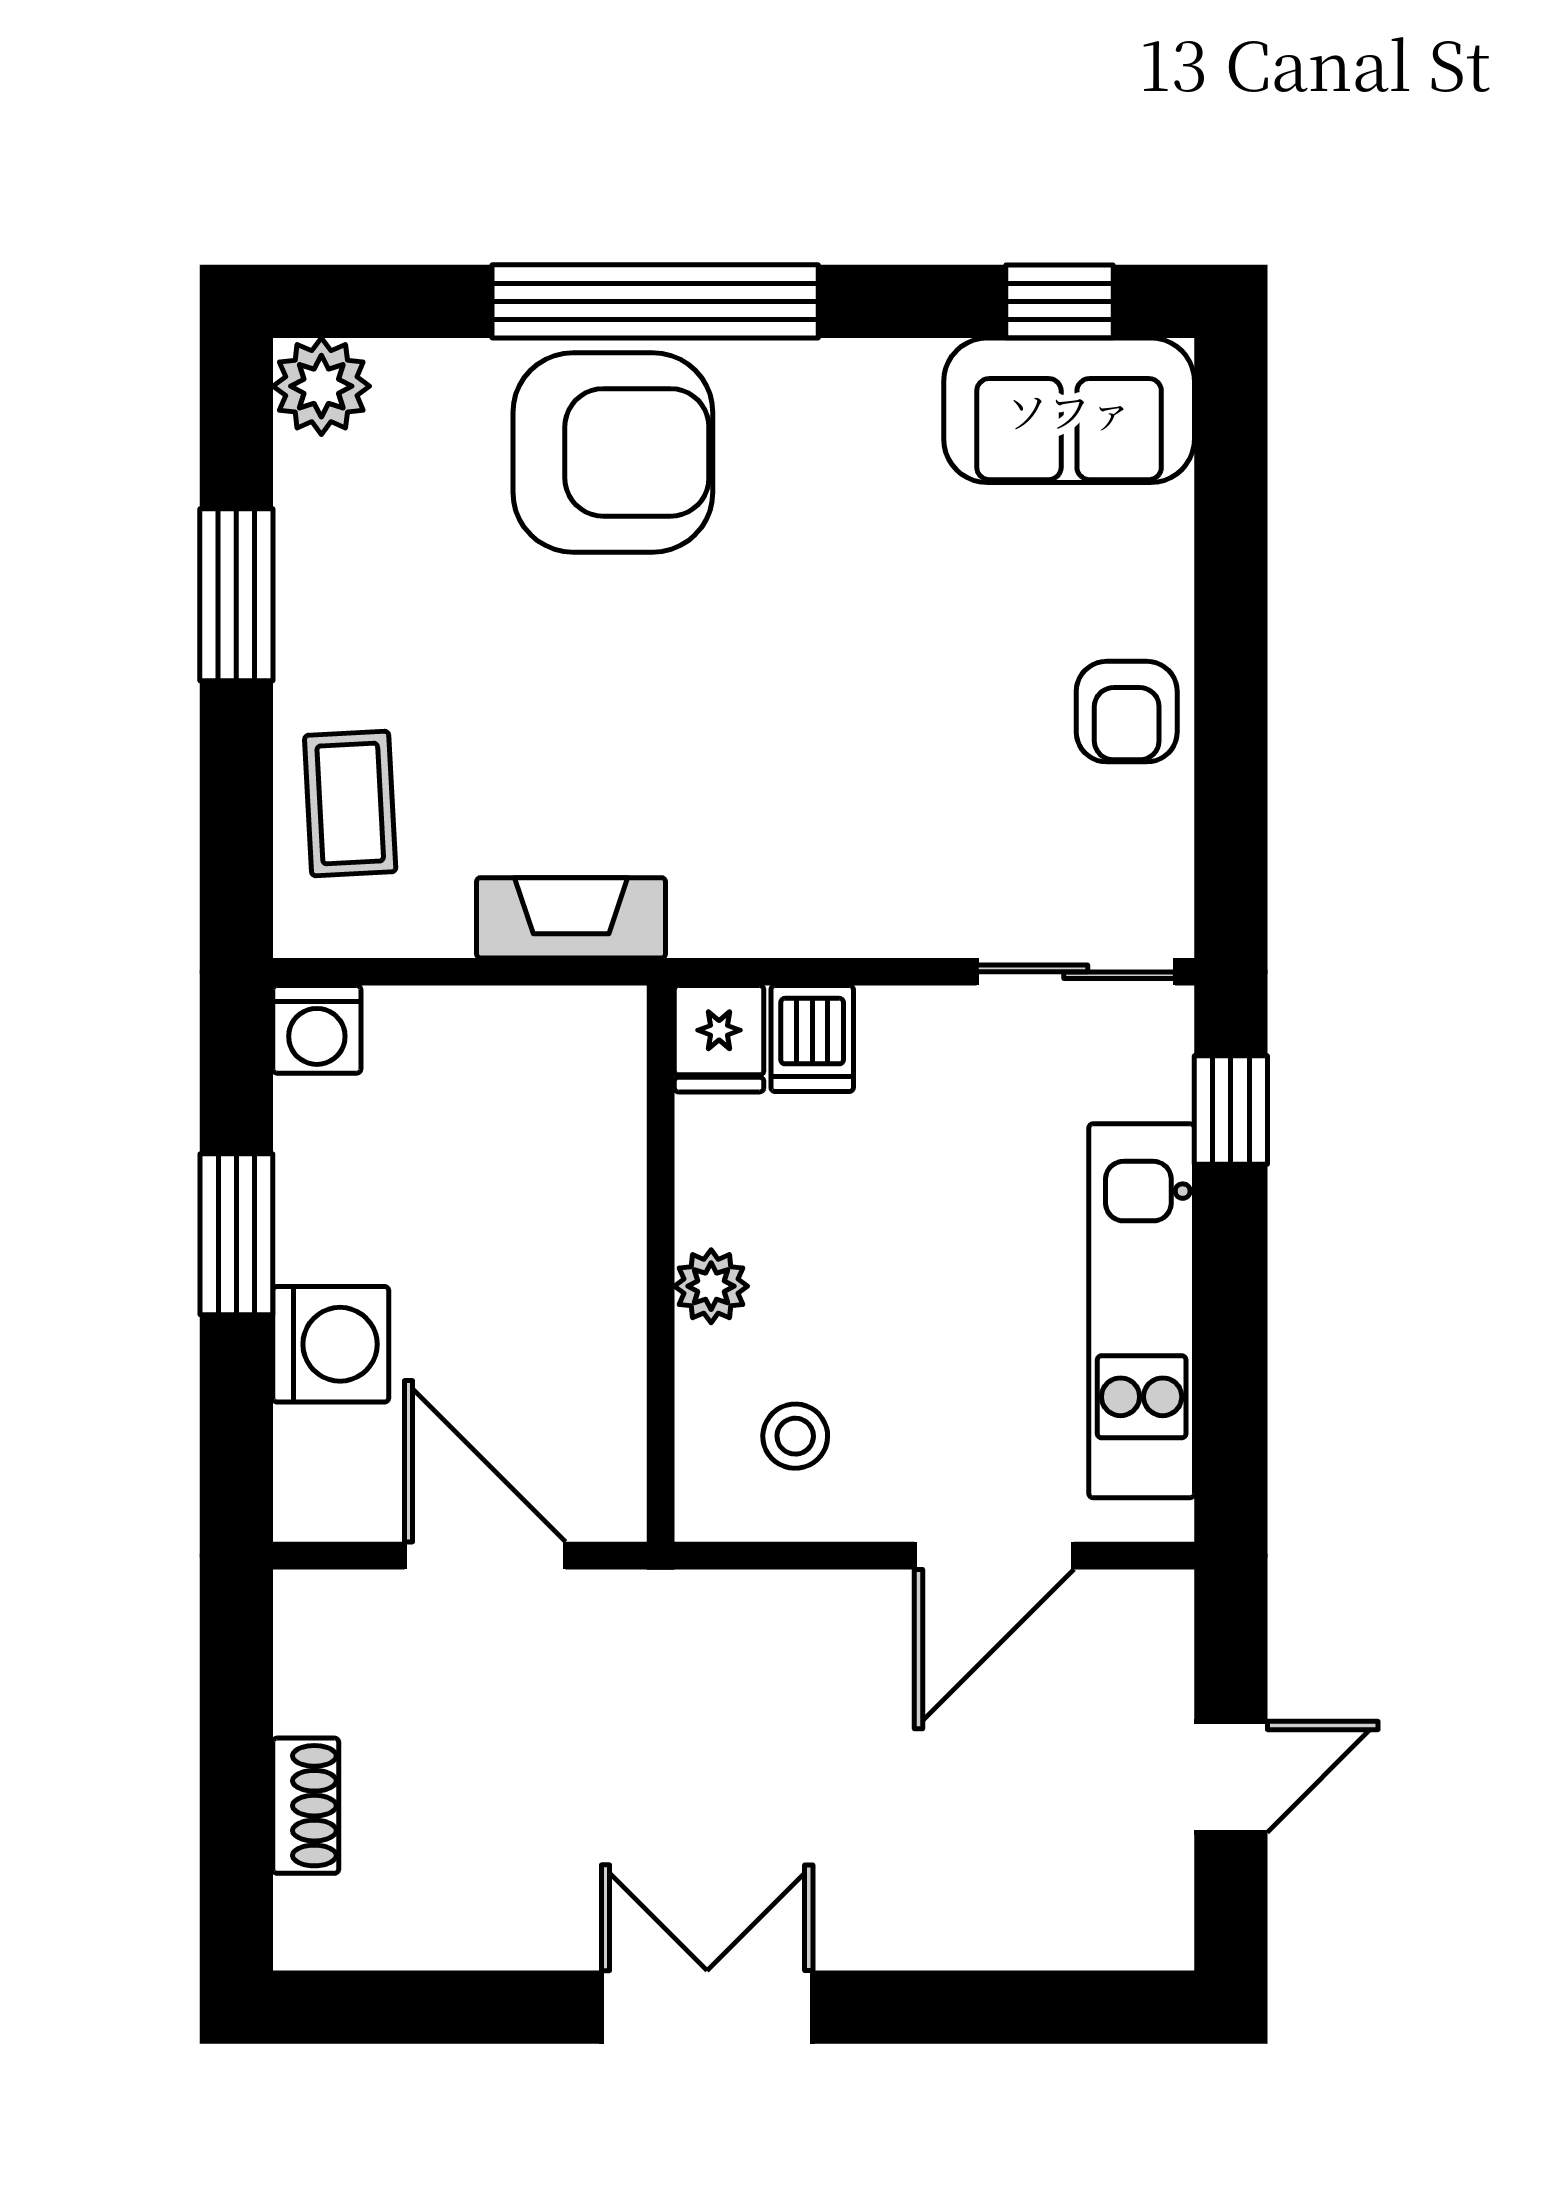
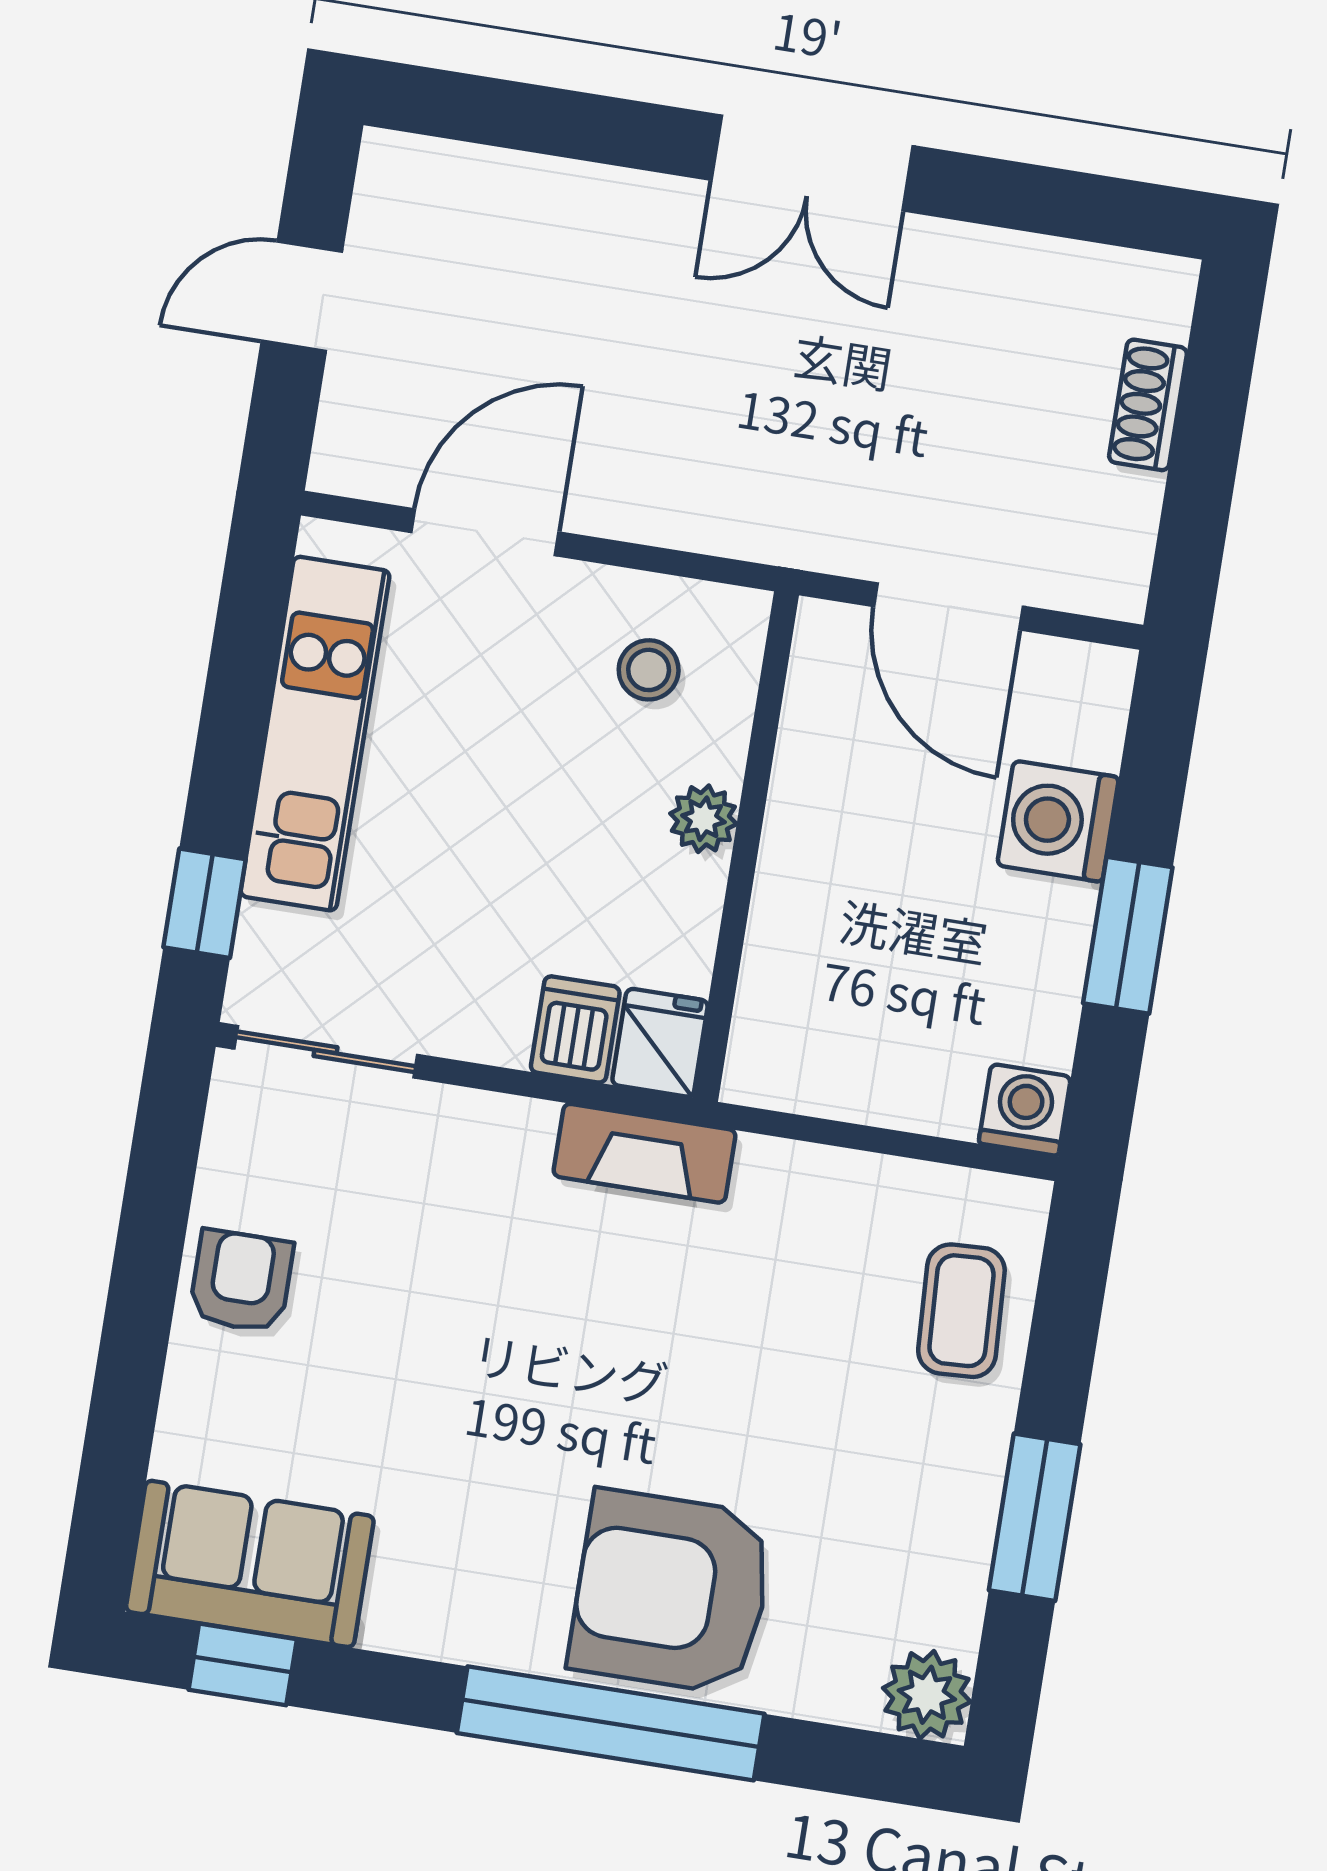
fireplace: (571, 918) -> (644, 1153), moved

